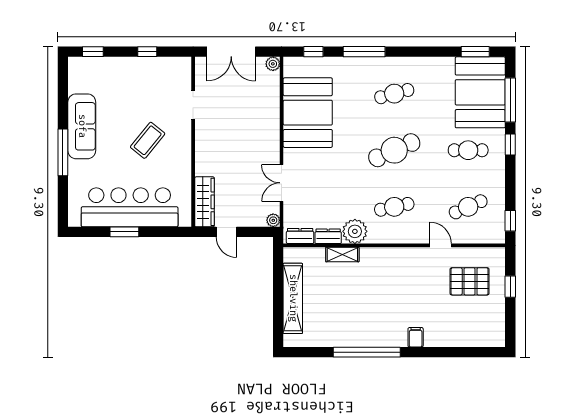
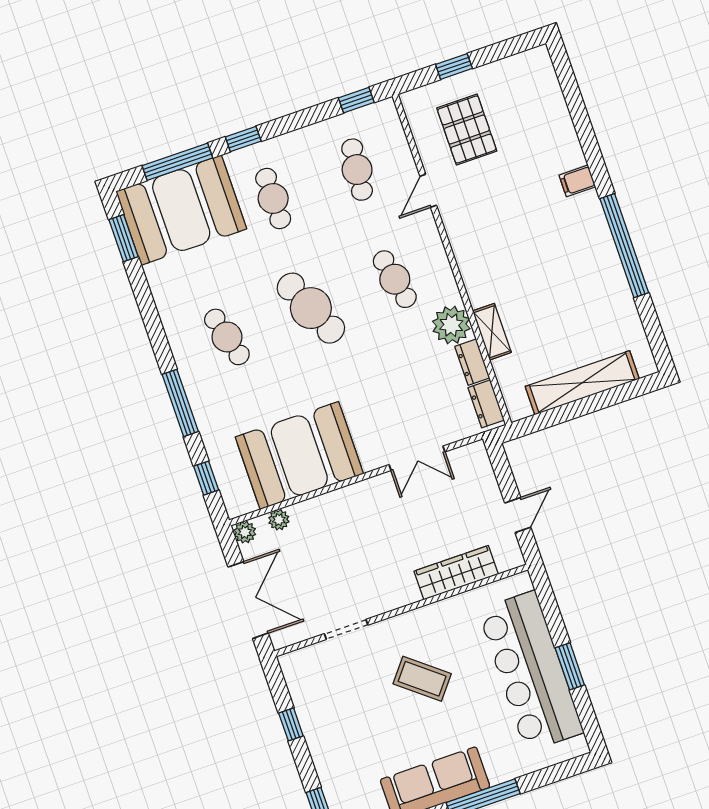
wardrobe: (205, 202) -> (456, 573), moved
cafe table: (468, 207) -> (357, 170), turned 30
plant: (273, 220) -> (279, 520), moved

